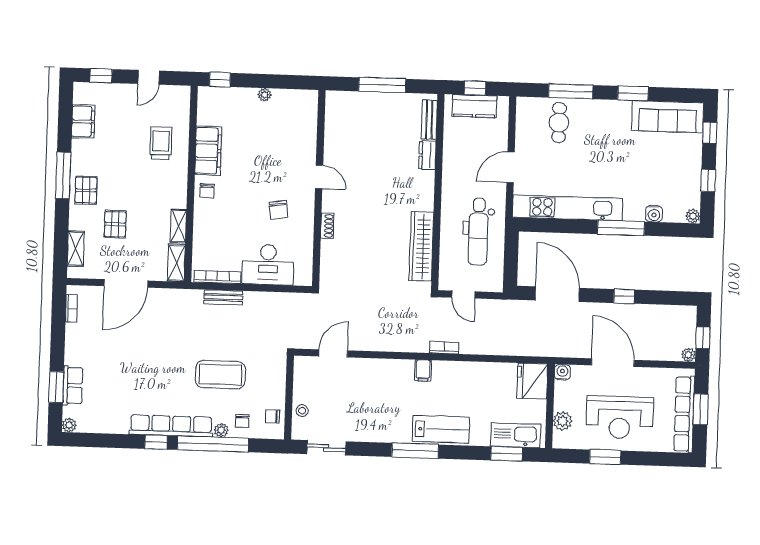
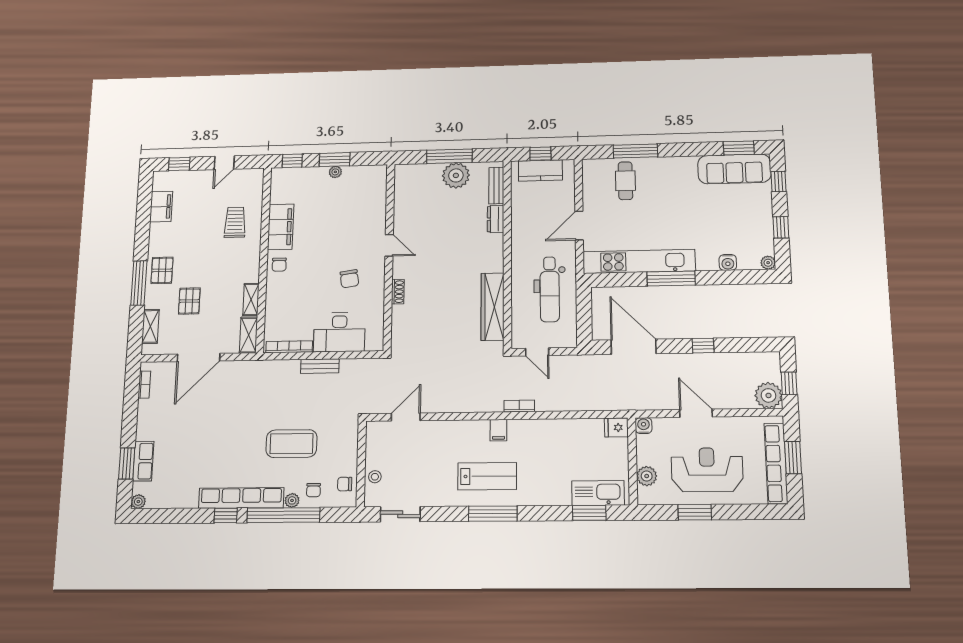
window: (264, 81) -> (335, 160), added
window: (633, 93) -> (739, 148), moved
plant: (388, 106) -> (456, 175), added
window: (63, 175) -> (139, 283), moved
window: (621, 228) -> (671, 279), moved
bench: (223, 297) -> (320, 366), moved
plant: (688, 355) -> (768, 395), width x1.88, depth x1.88
door: (613, 363) -> (696, 413), width x0.73
fridge: (532, 381) -> (616, 427), width x0.53, depth x0.75
reception desk: (620, 417) -> (707, 470), turned 180
lab bench: (441, 429) -> (487, 476), moved

